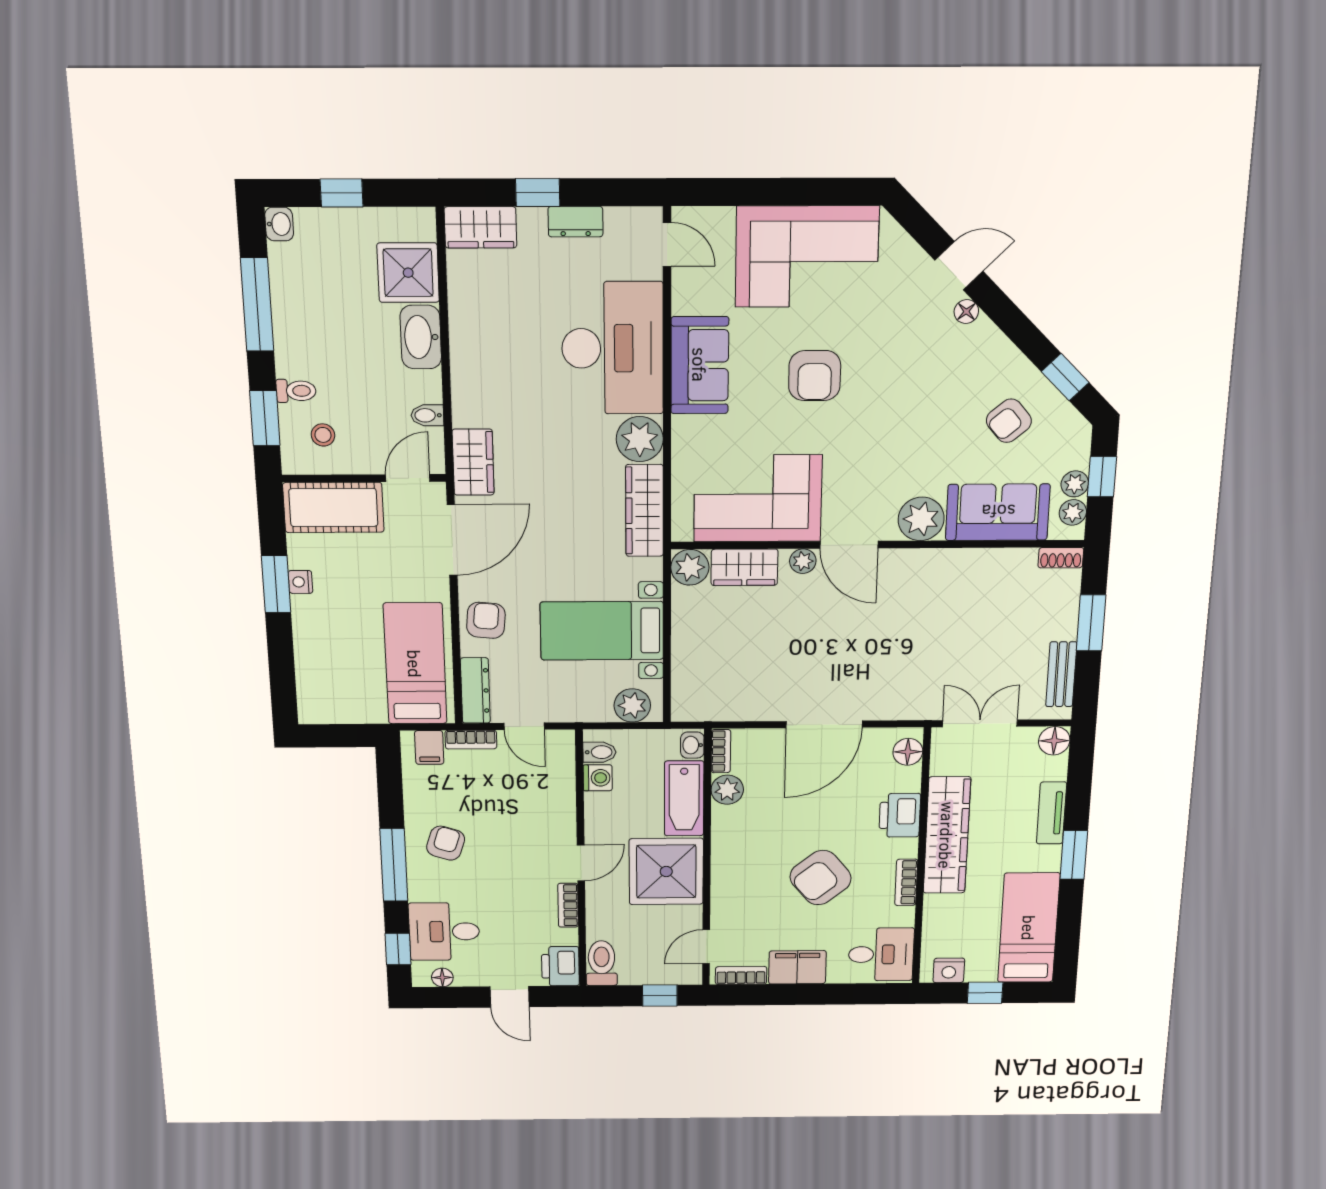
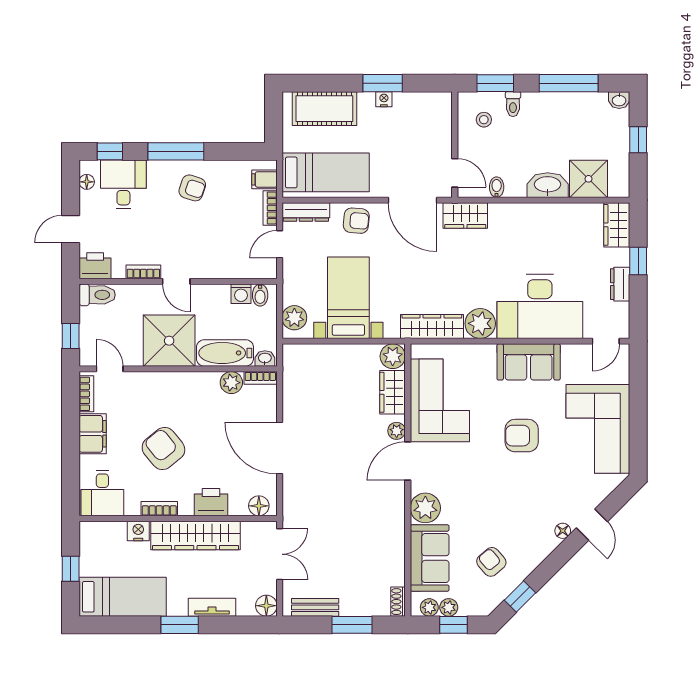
cot: (333, 507) -> (324, 109), moved, turned 90
nightstand: (949, 970) -> (138, 531), moved, turned 90

